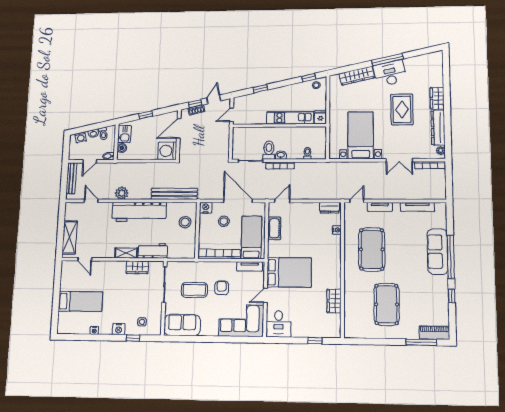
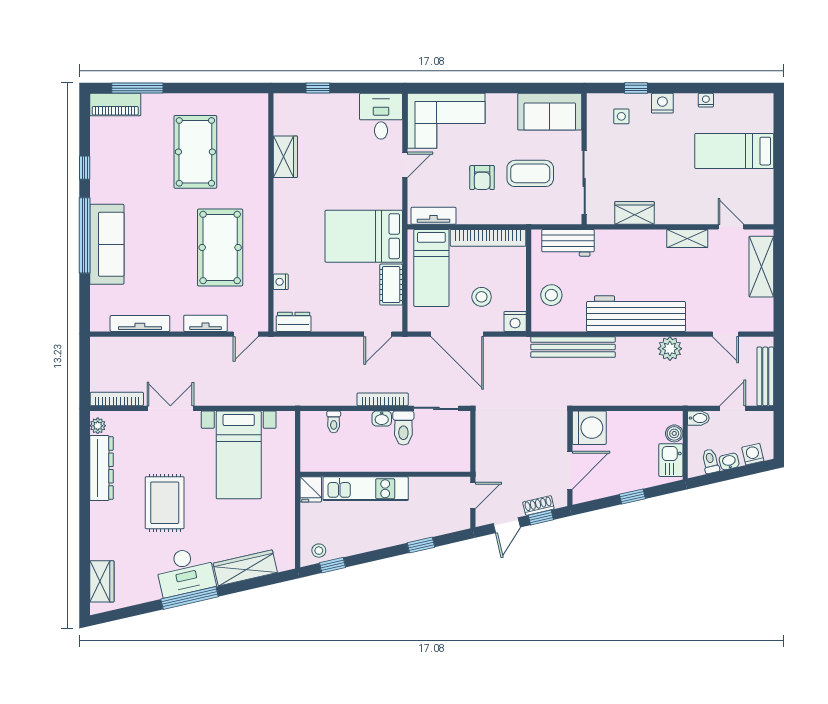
wardrobe: (437, 98) -> (102, 581), moved
workbench: (153, 251) -> (568, 243), moved
shelving: (126, 253) -> (687, 239), moved
bed: (289, 272) -> (364, 236), moved

